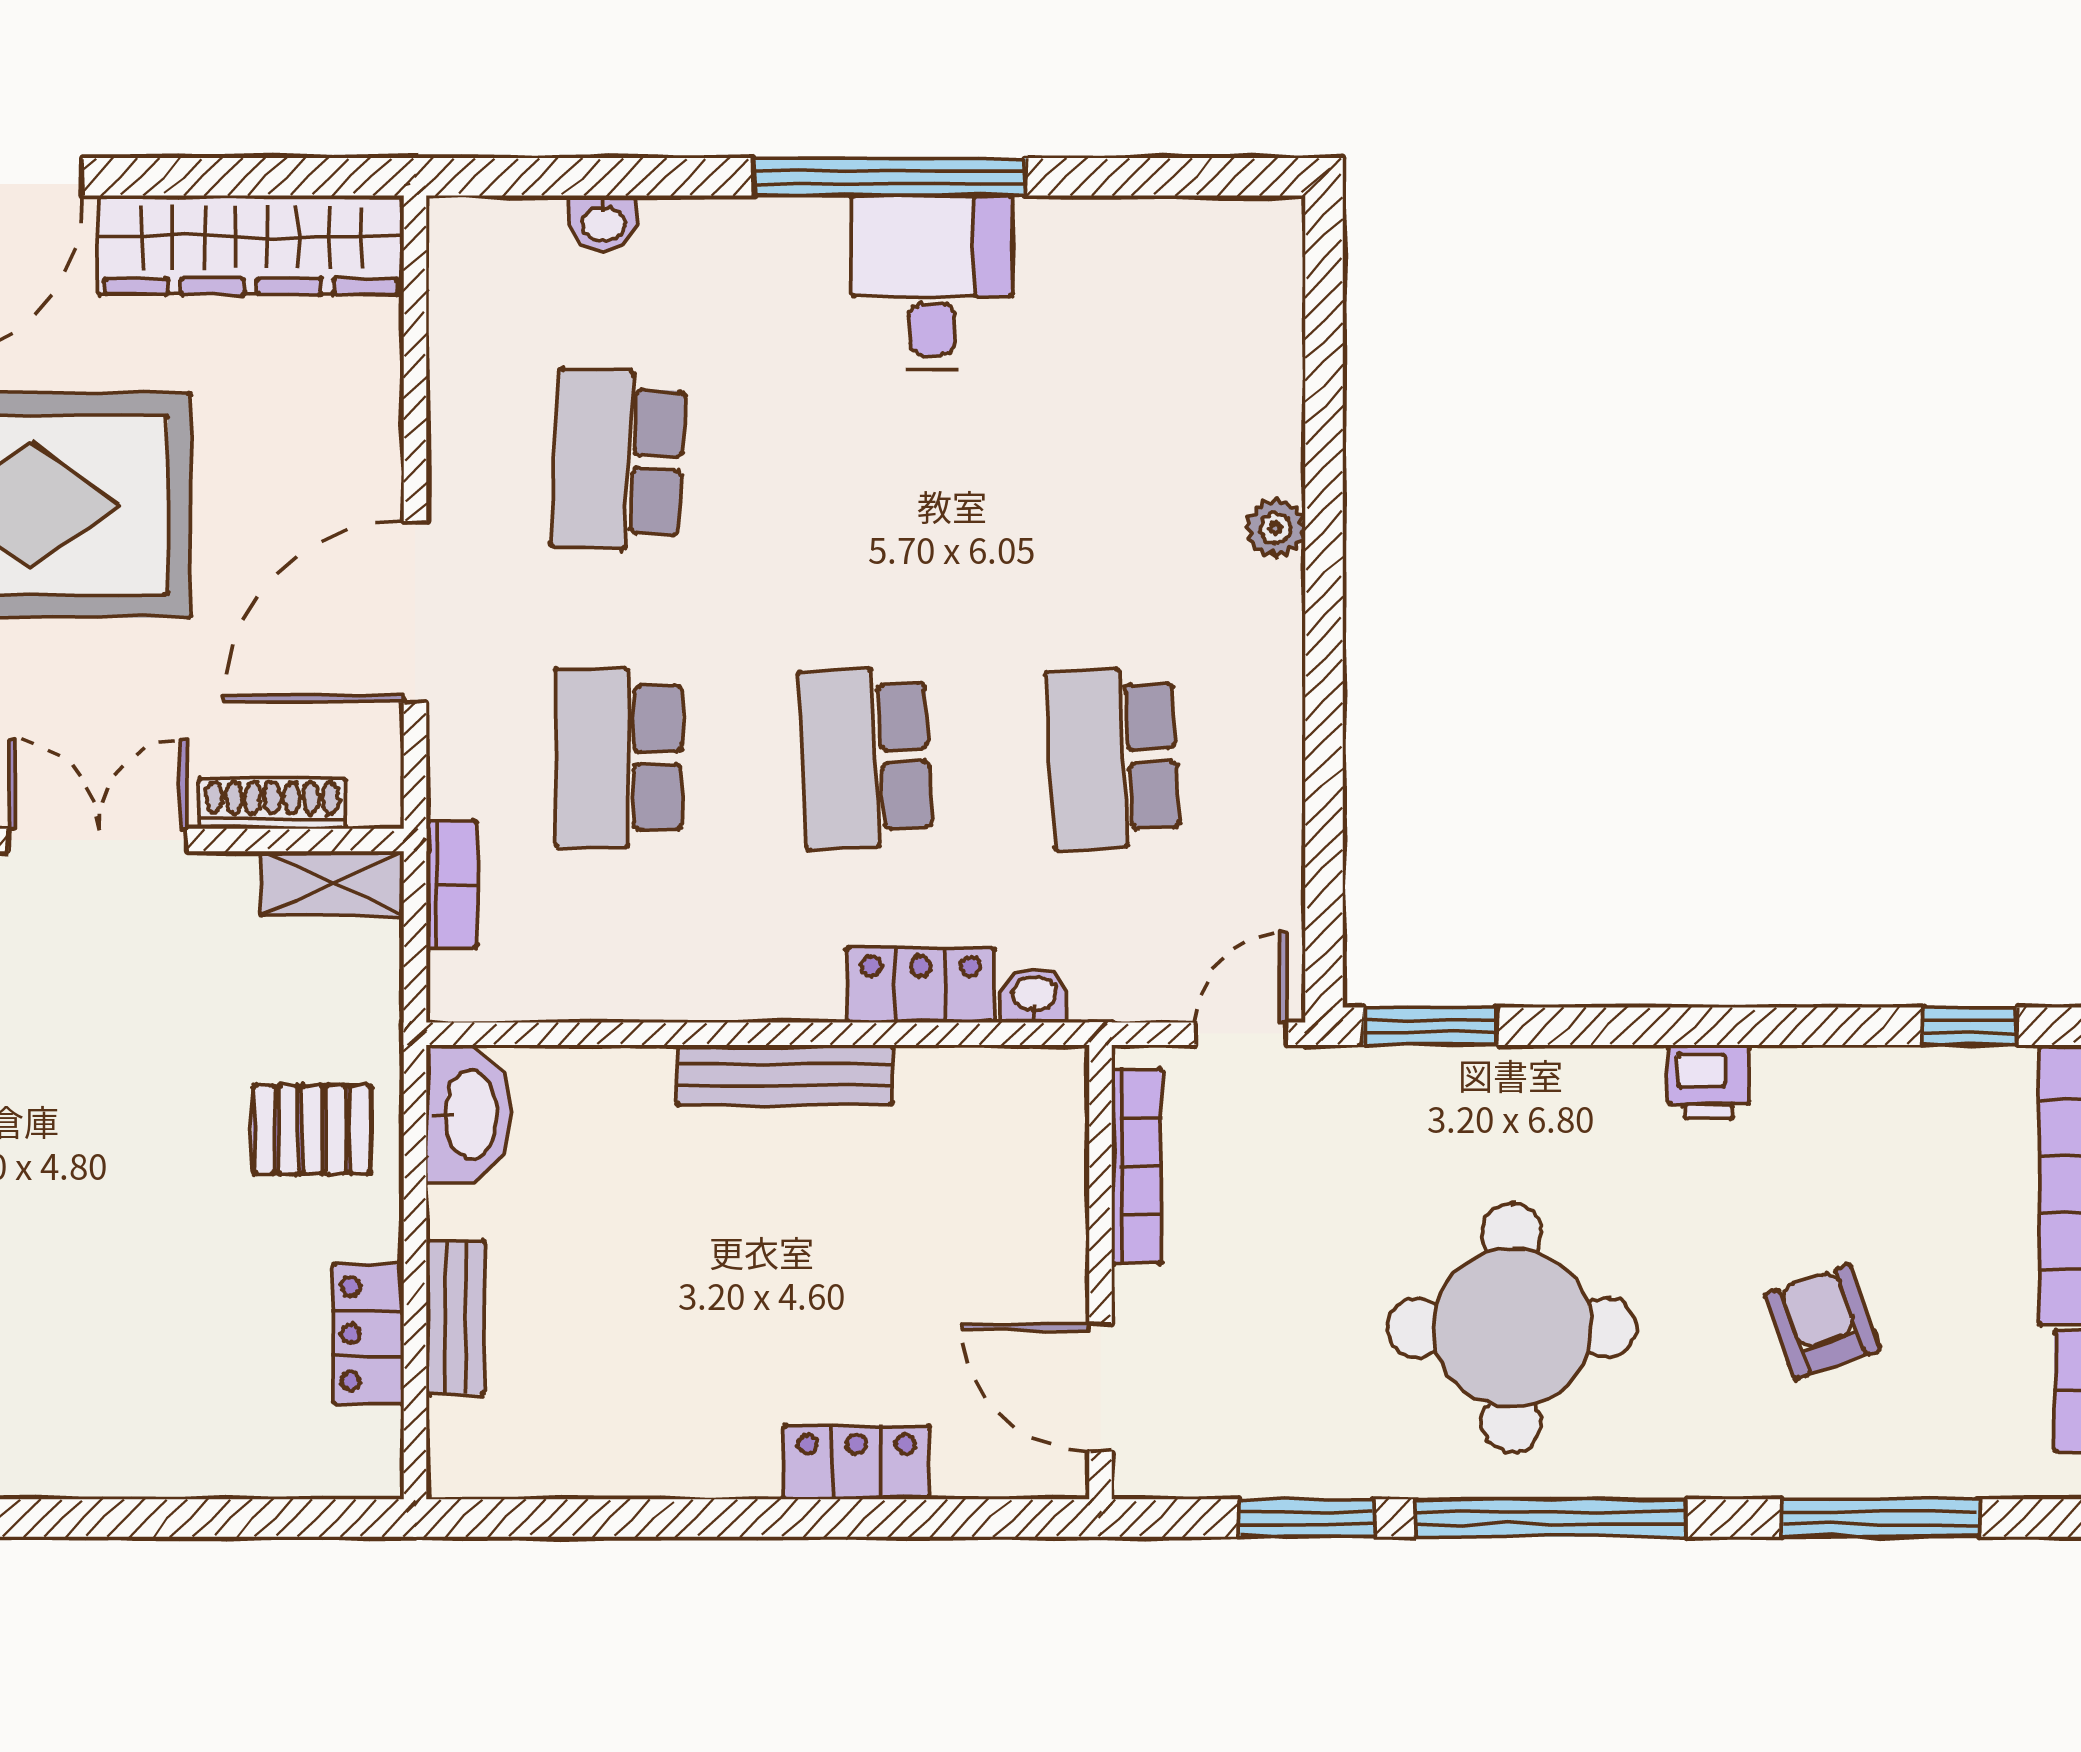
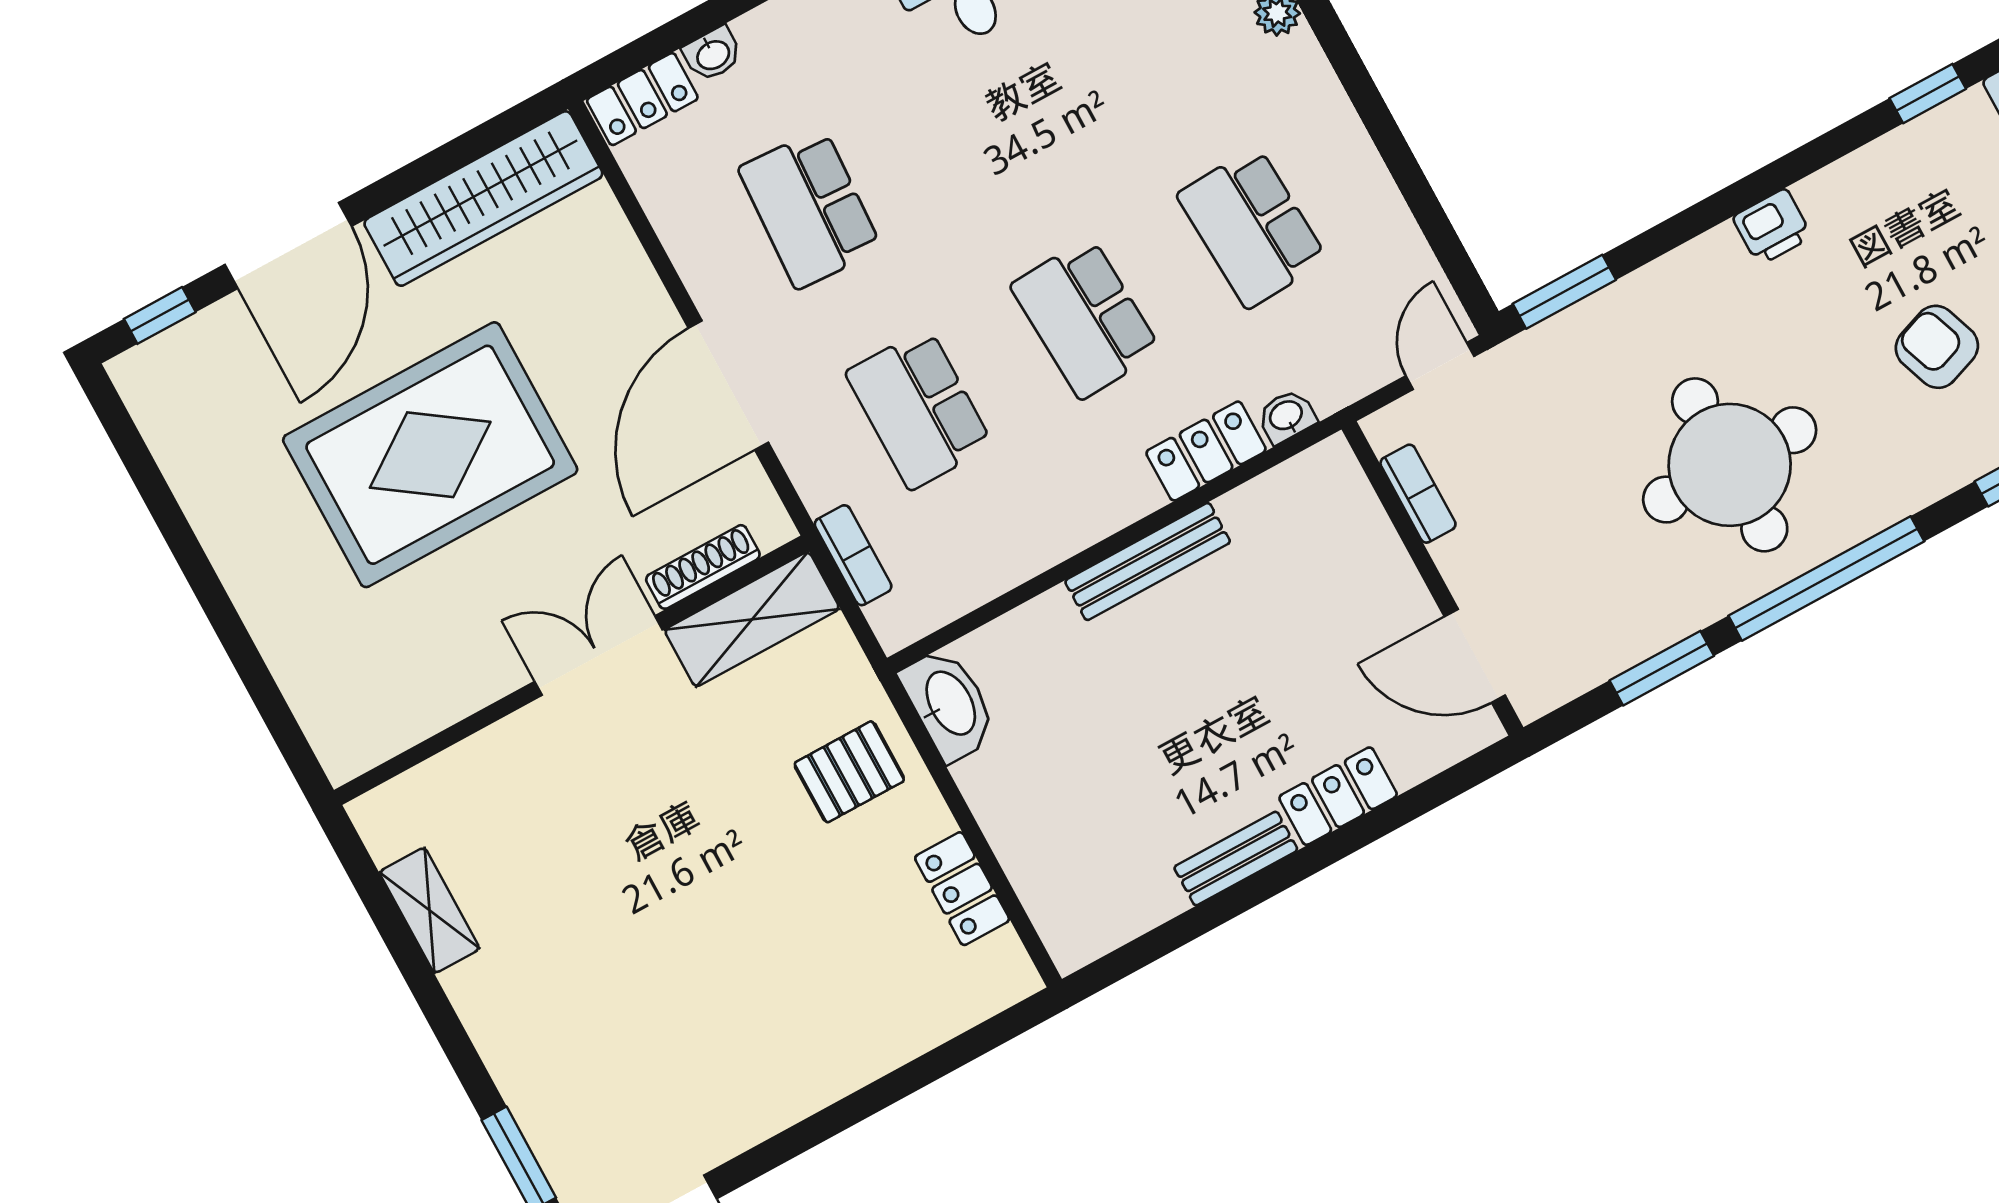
locker: (495, 230) -> (642, 99), added
shelving: (332, 884) -> (752, 619), width x1.50, depth x1.33
bookcase: (1137, 1166) -> (1418, 494), width x0.64
bench: (455, 1317) -> (1236, 859), moved, turned 90

